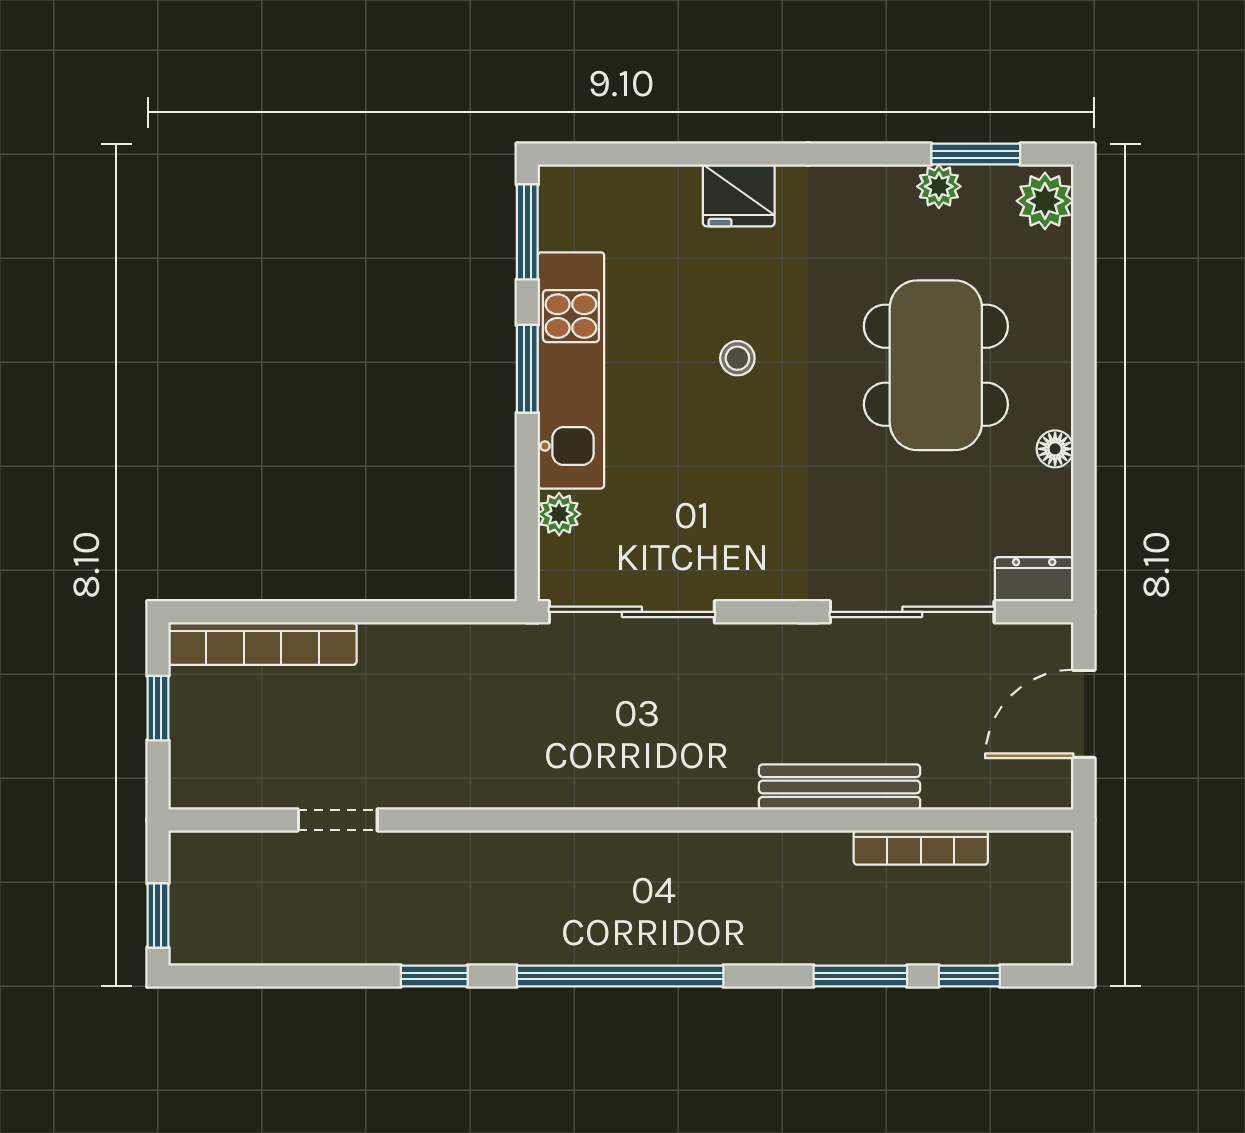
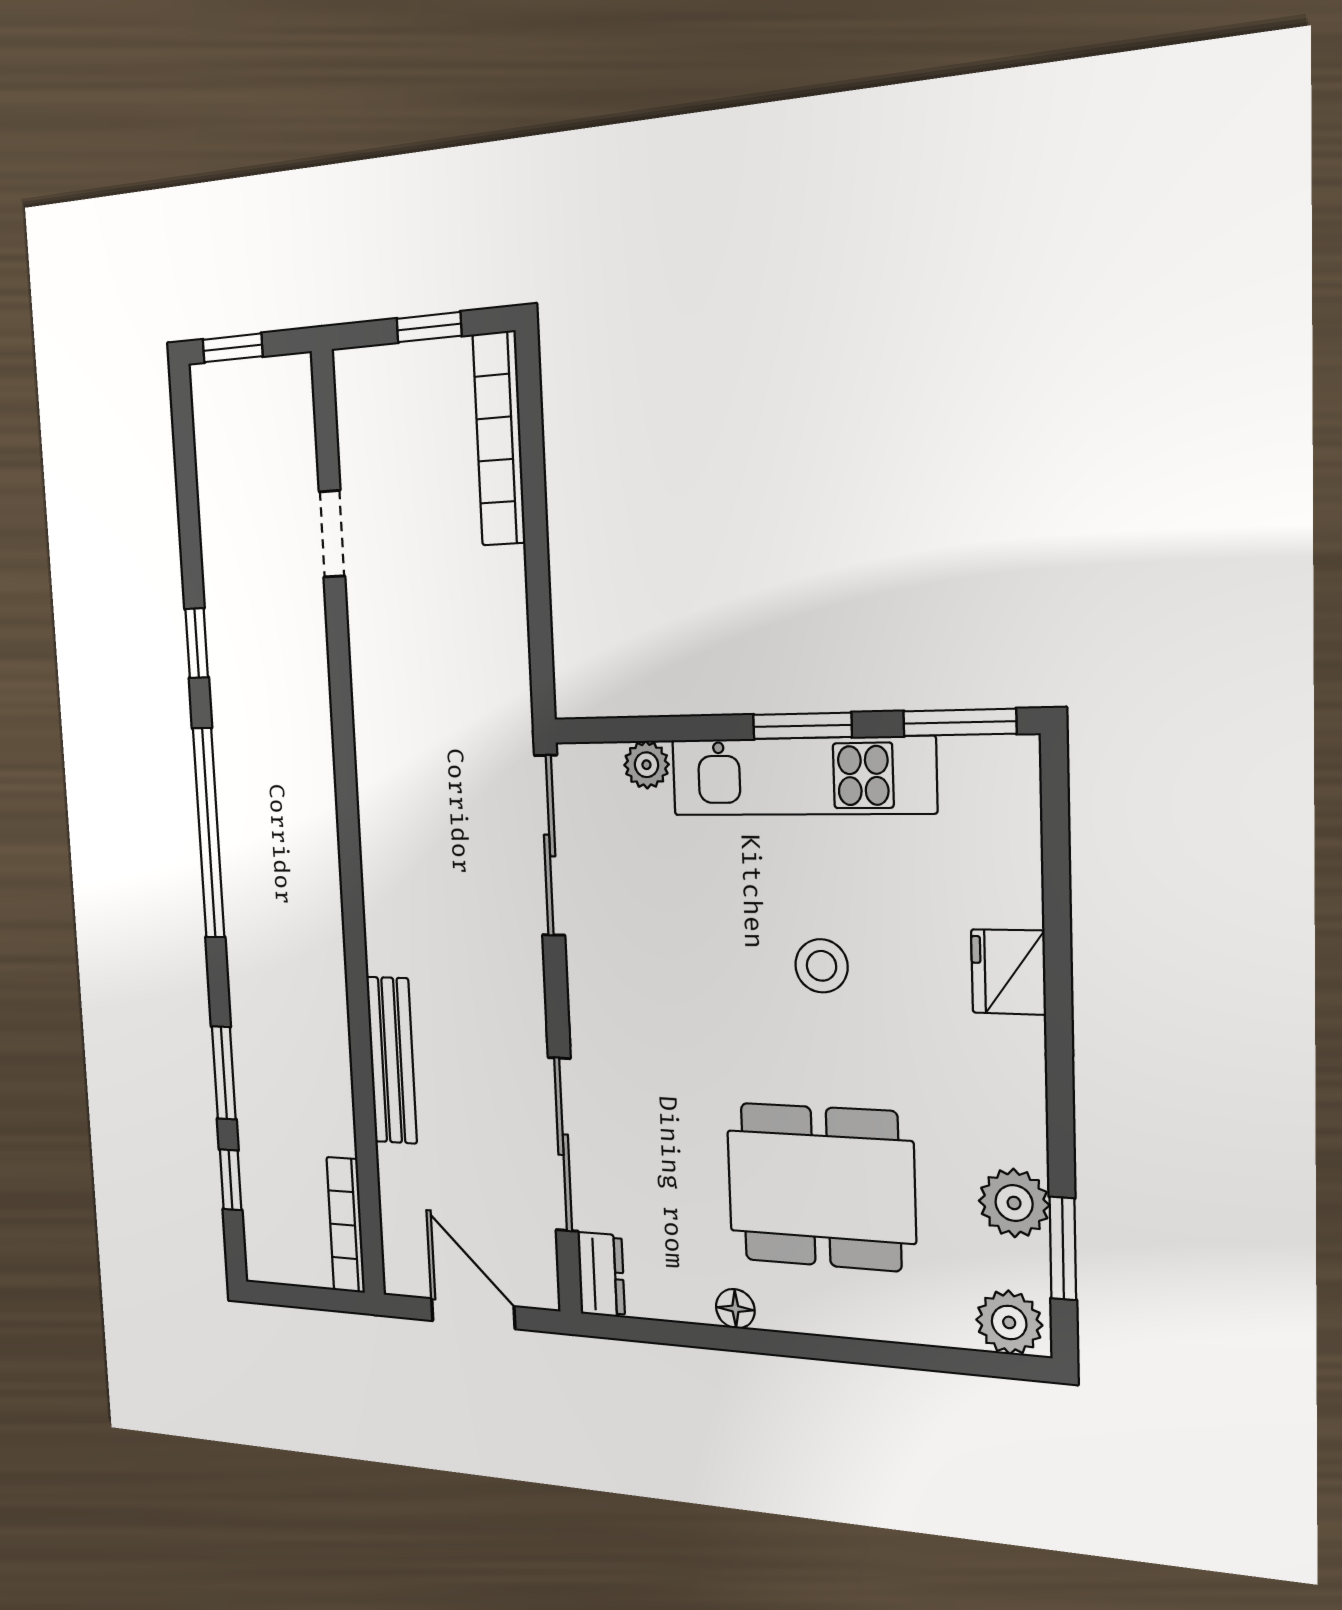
plant: (939, 186) -> (1014, 1203), width x1.38, depth x1.38
stool: (737, 358) -> (822, 966), width x1.37, depth x1.37
bookcase: (921, 848) -> (346, 1225), moved

